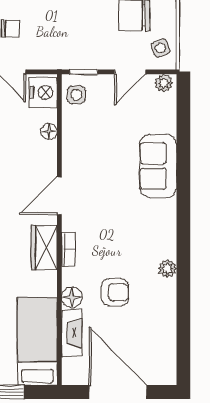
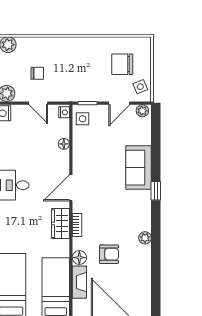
nightstand: (43, 93) -> (64, 112), width x0.53, depth x0.56
window: (183, 200) -> (156, 191), added

